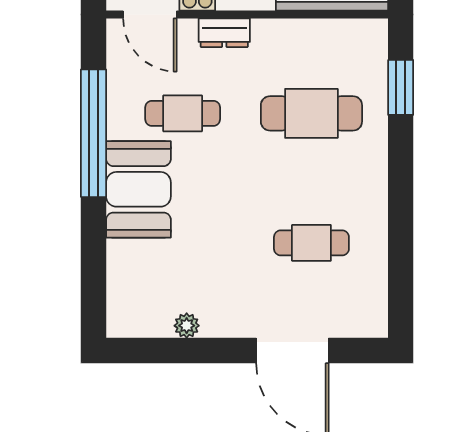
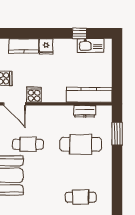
dresser: (224, 33) -> (85, 111), moved

